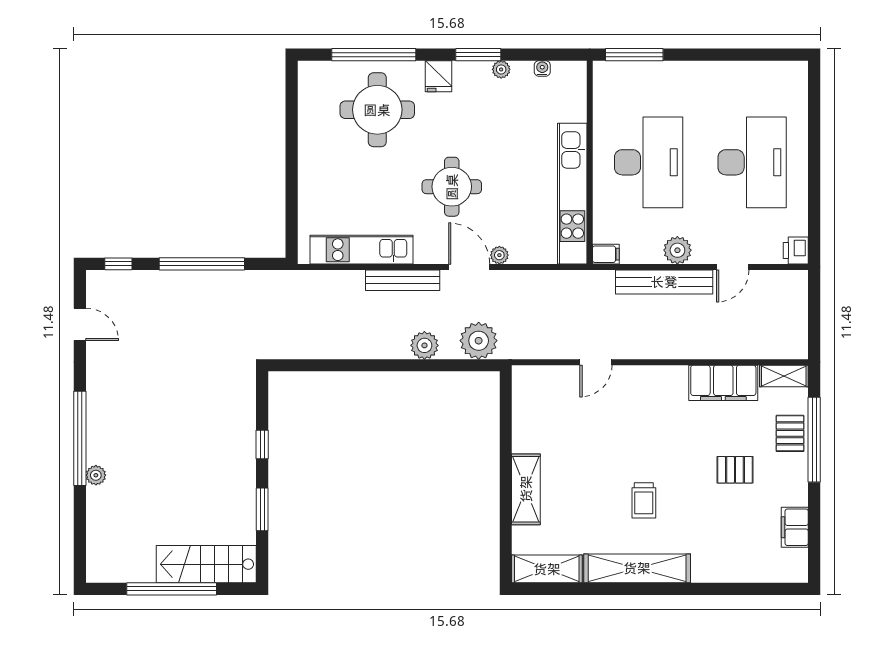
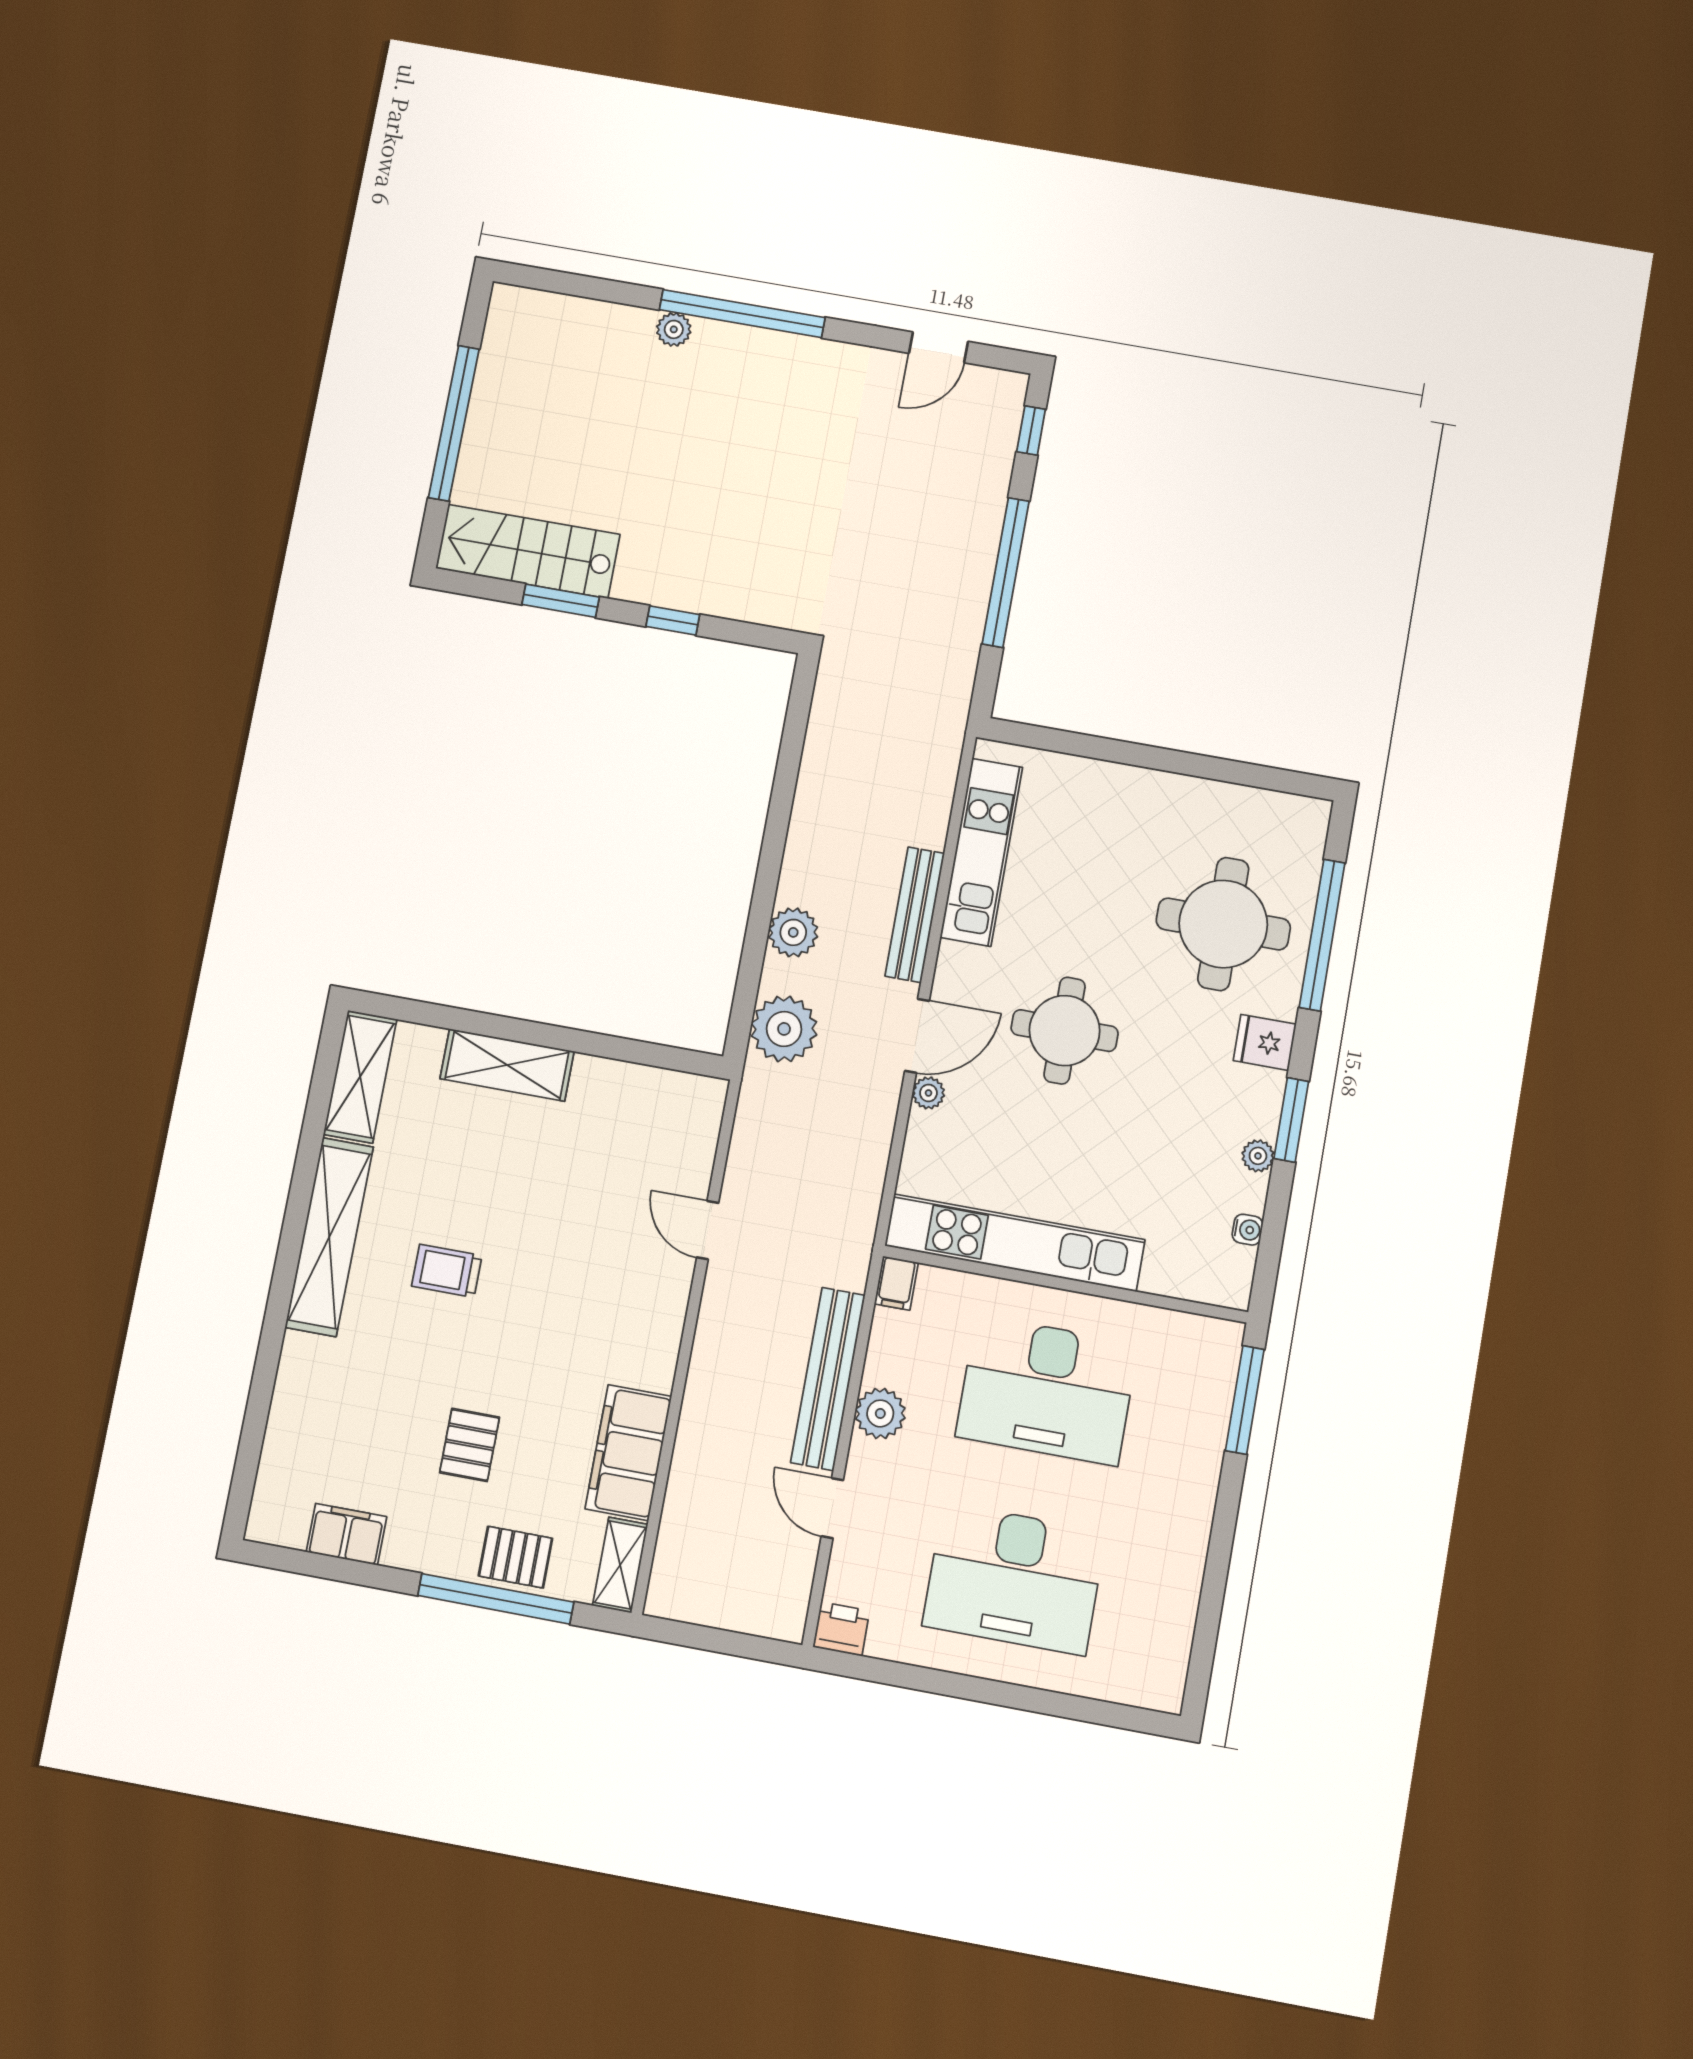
stairs: (206, 564) -> (528, 551), moved, turned -90

